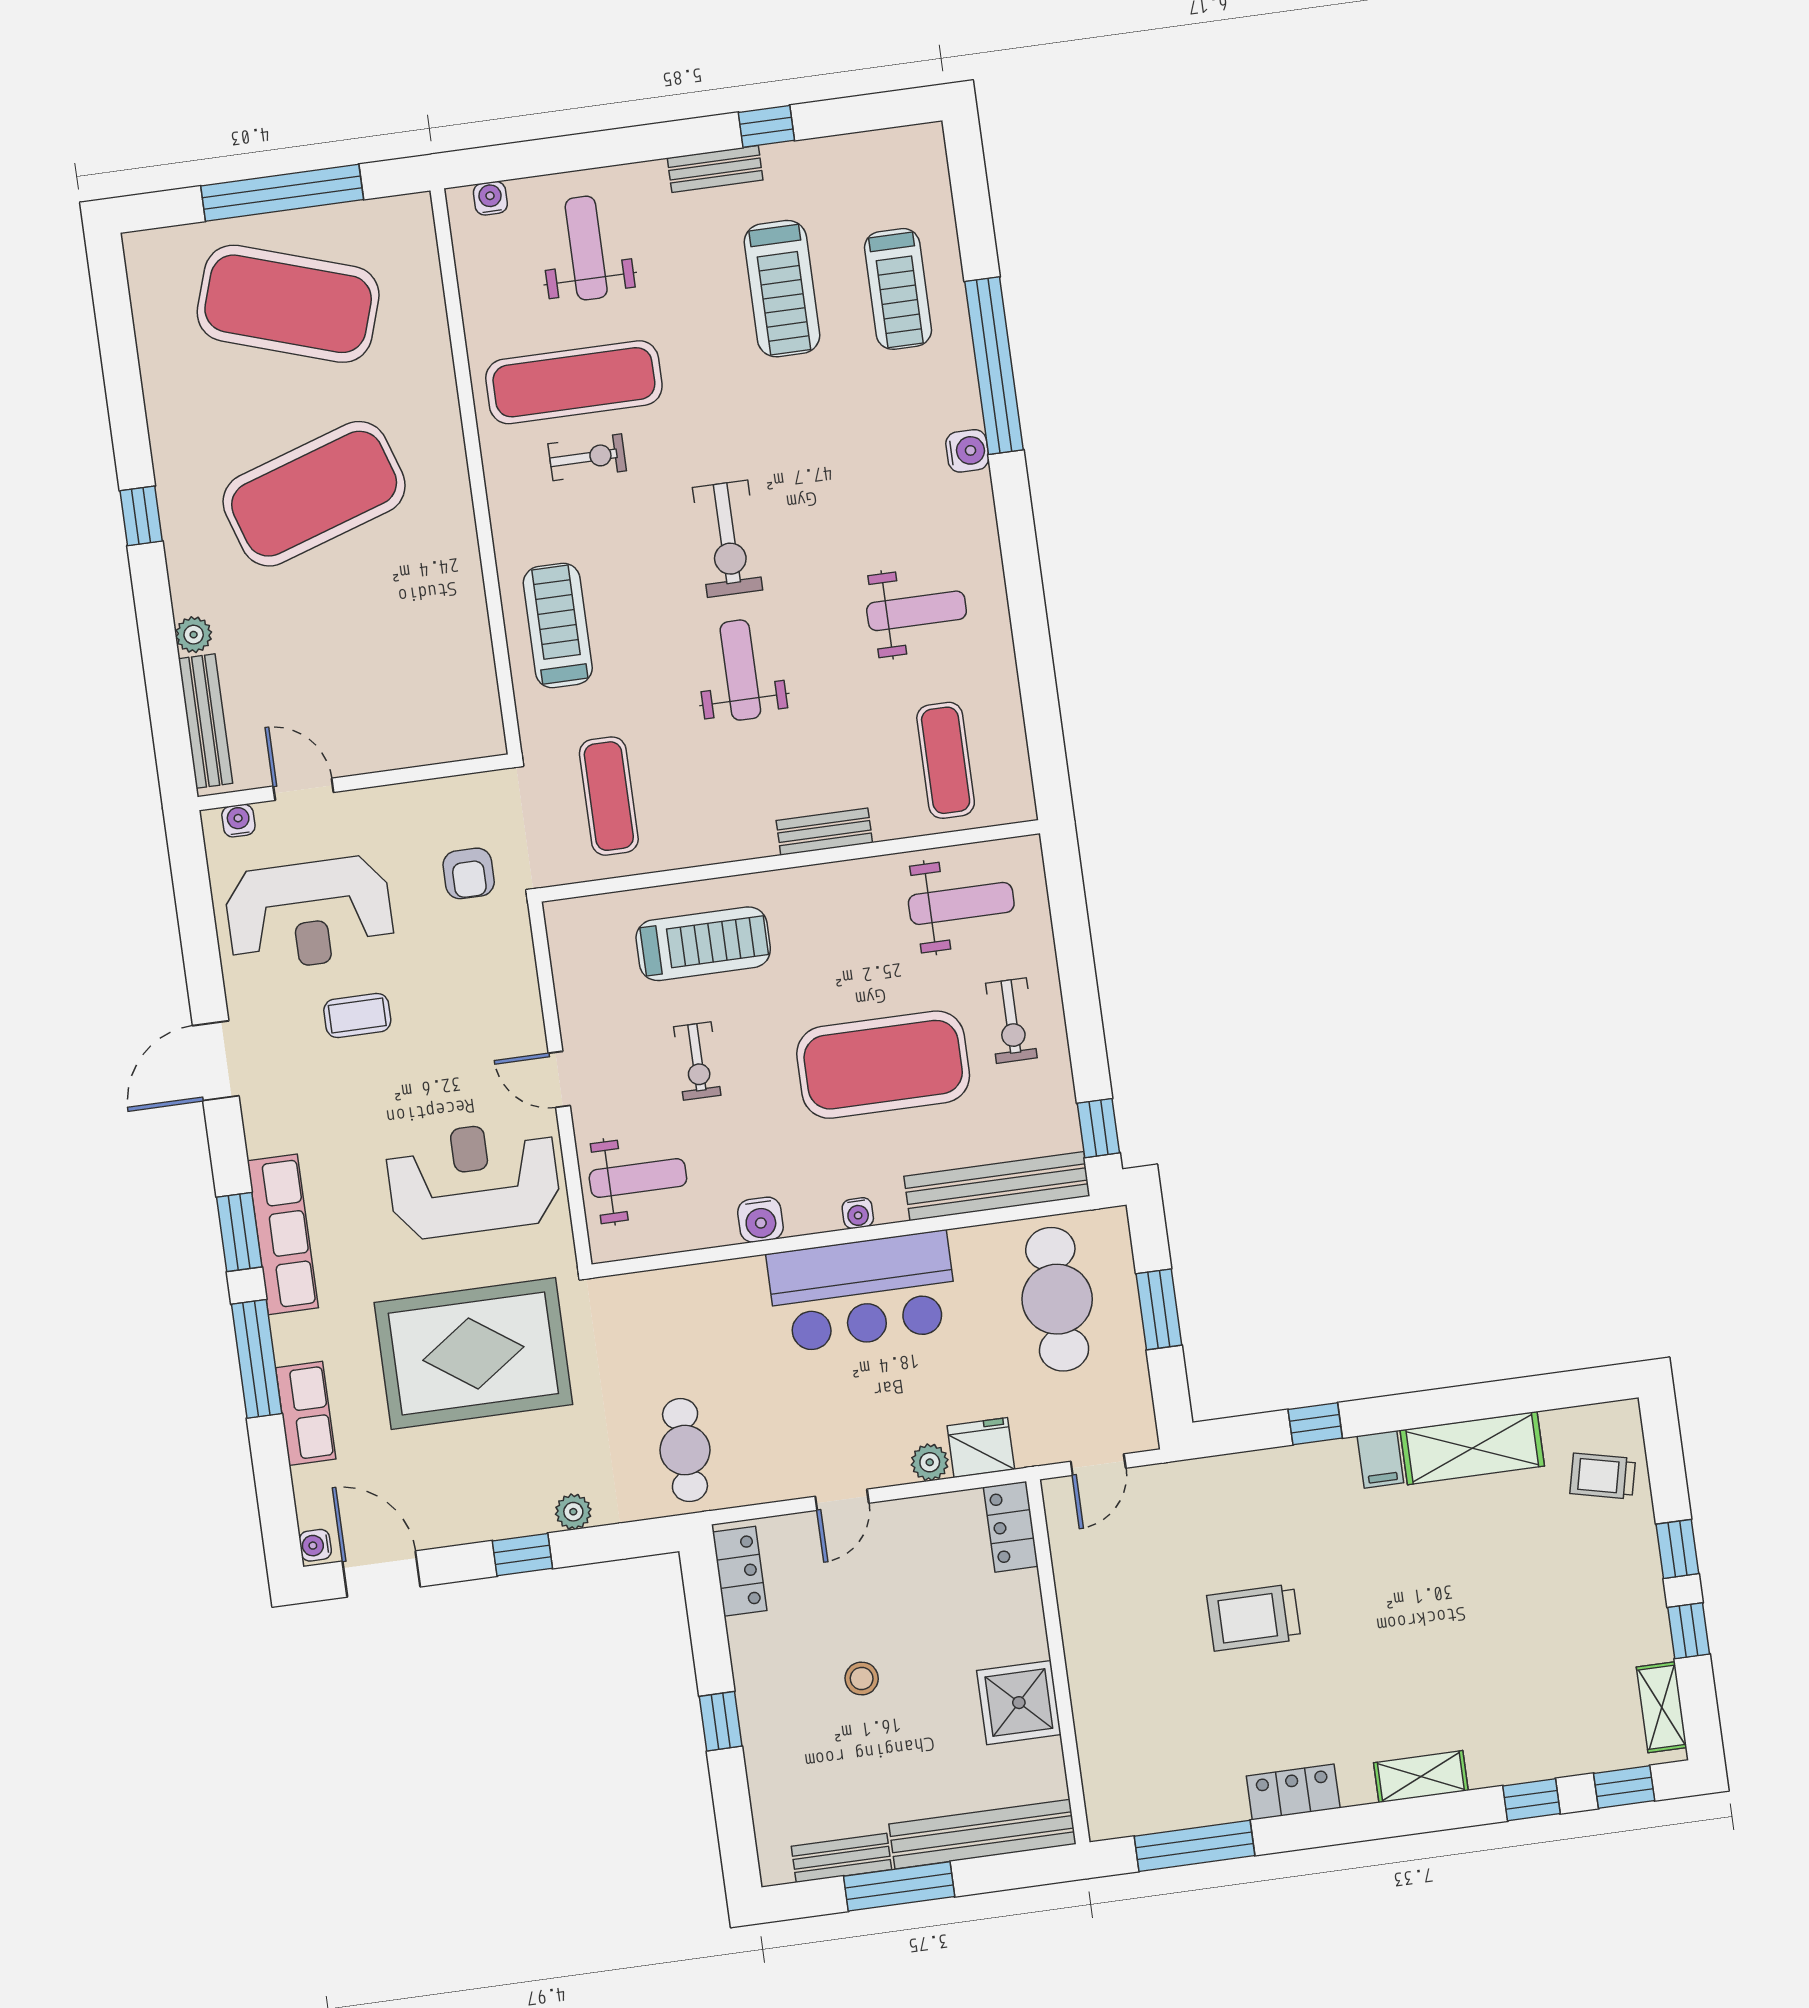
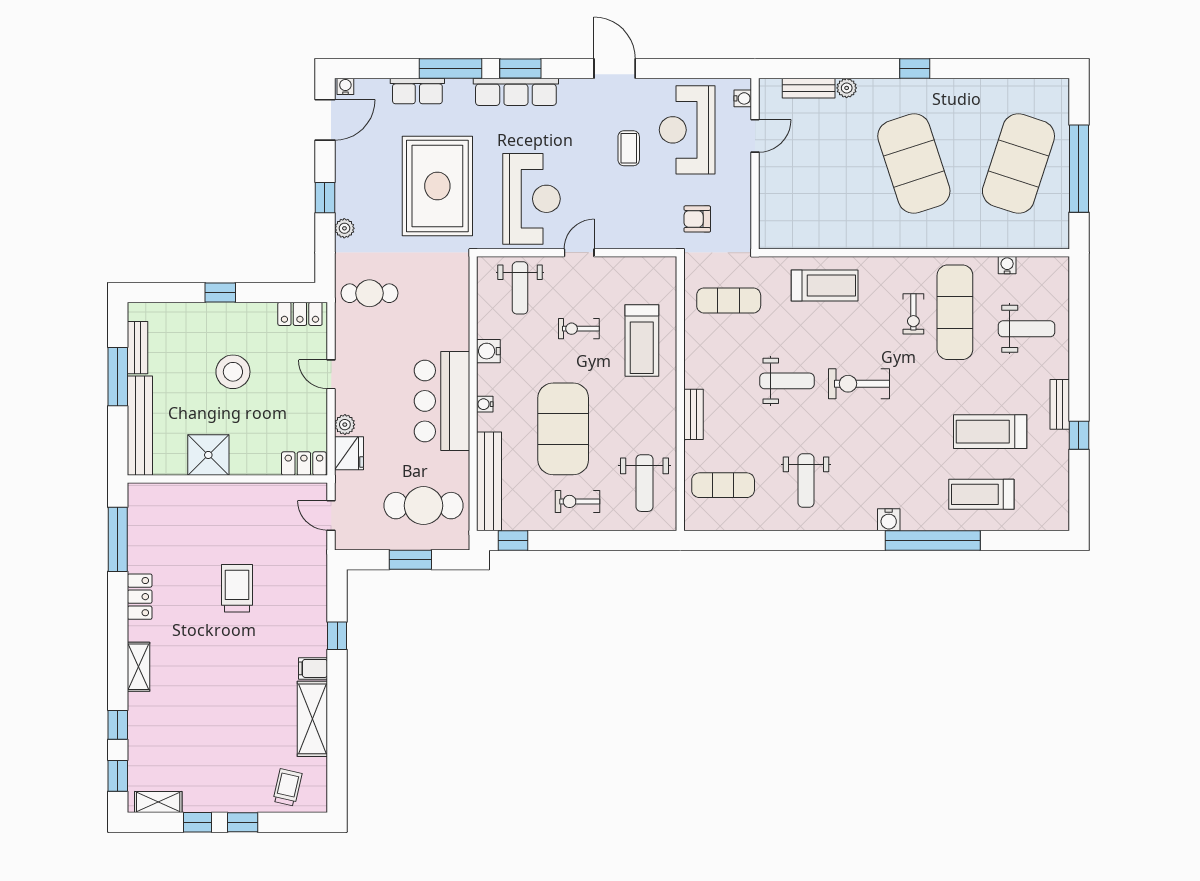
water cooler: (490, 198) -> (1007, 265), moved, turned -90
bench: (206, 721) -> (809, 88), width x0.73
stool: (862, 1678) -> (233, 372), width x1.89, depth x1.89

